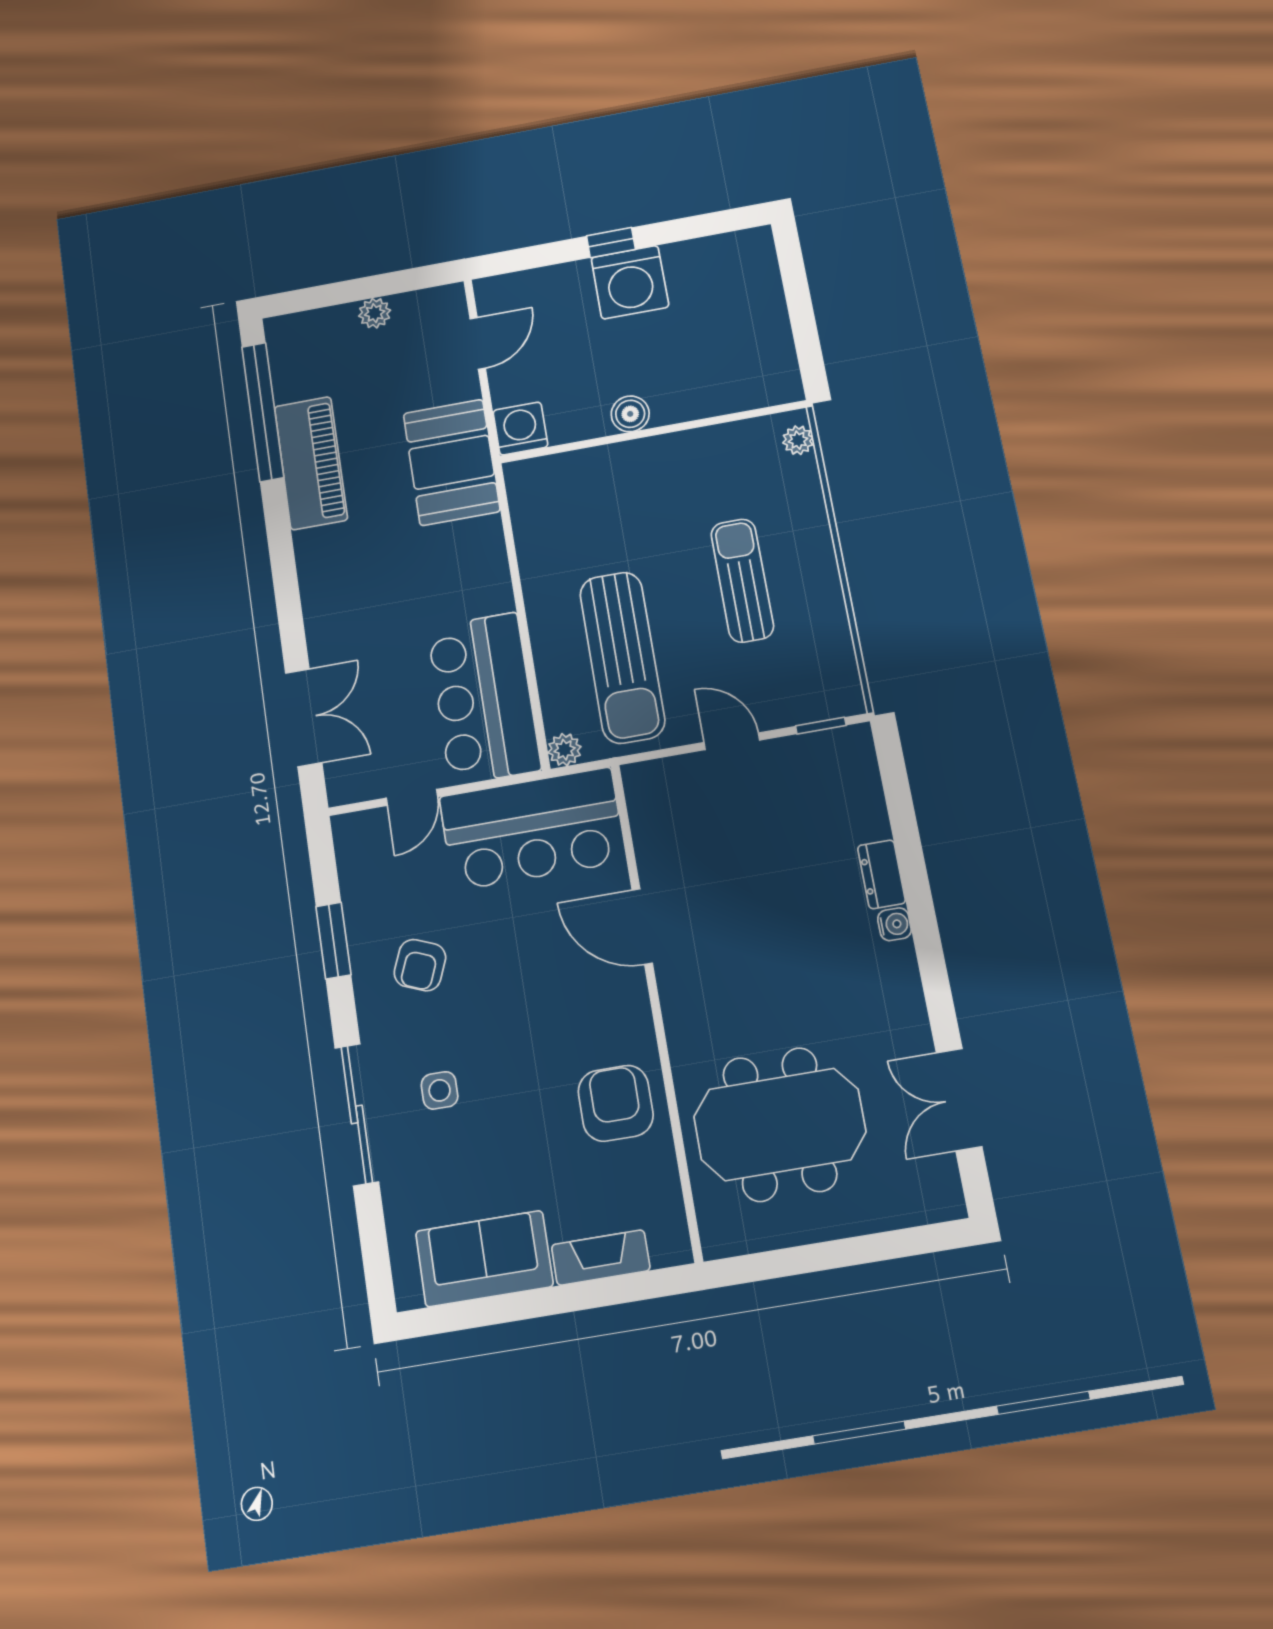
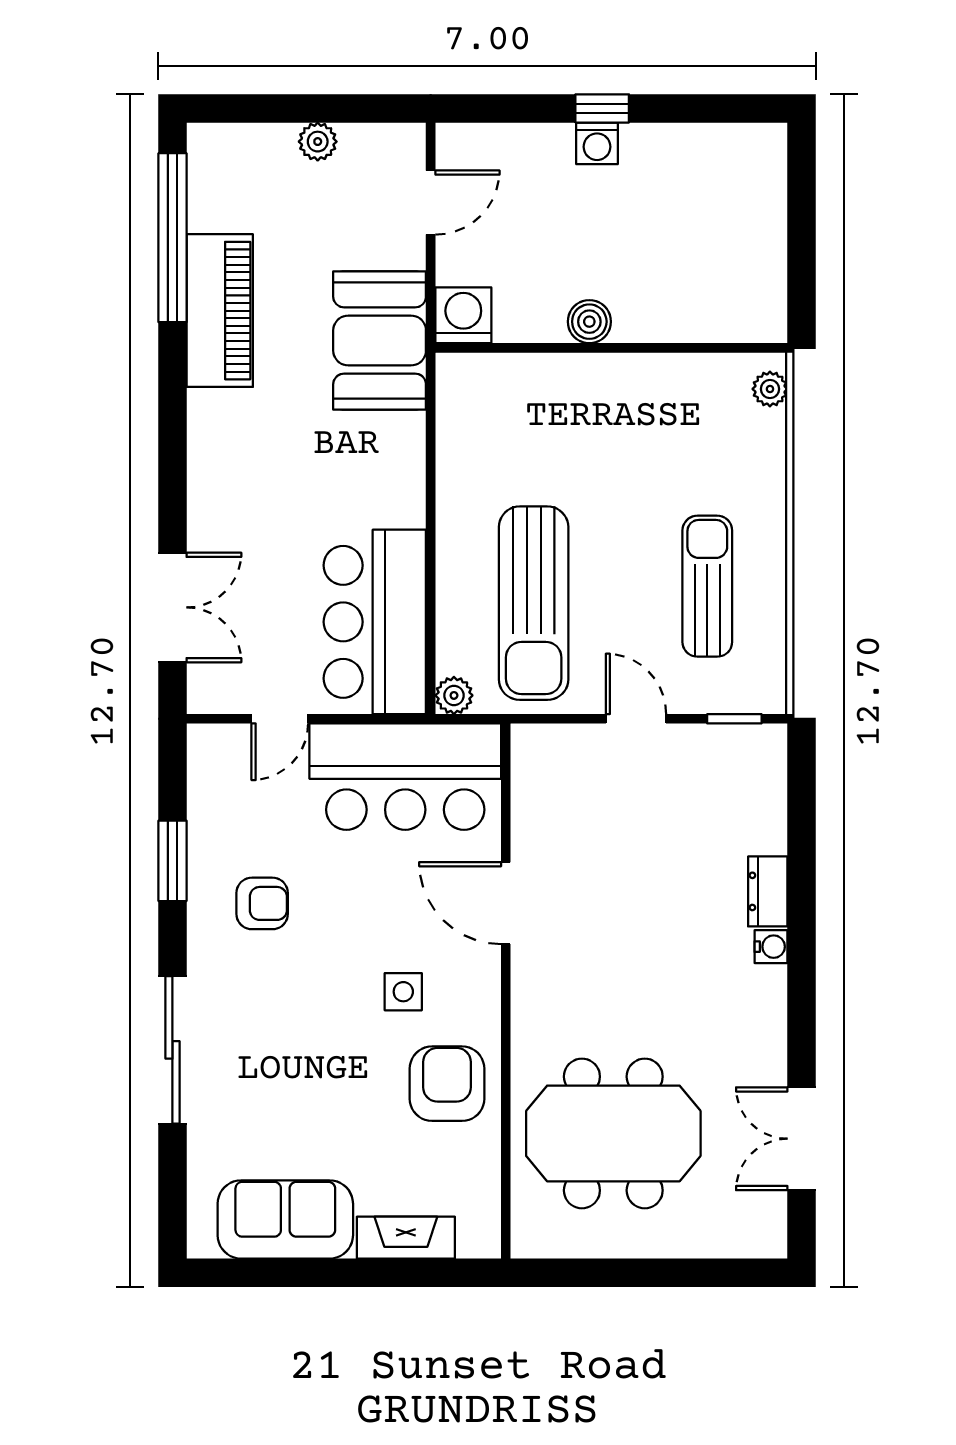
washing machine: (630, 282) -> (597, 143), width x0.53, depth x0.53
sun lounger: (742, 580) -> (707, 586), moved
armchair: (420, 965) -> (262, 903), turned -112
side table: (440, 1090) -> (403, 992), moved

